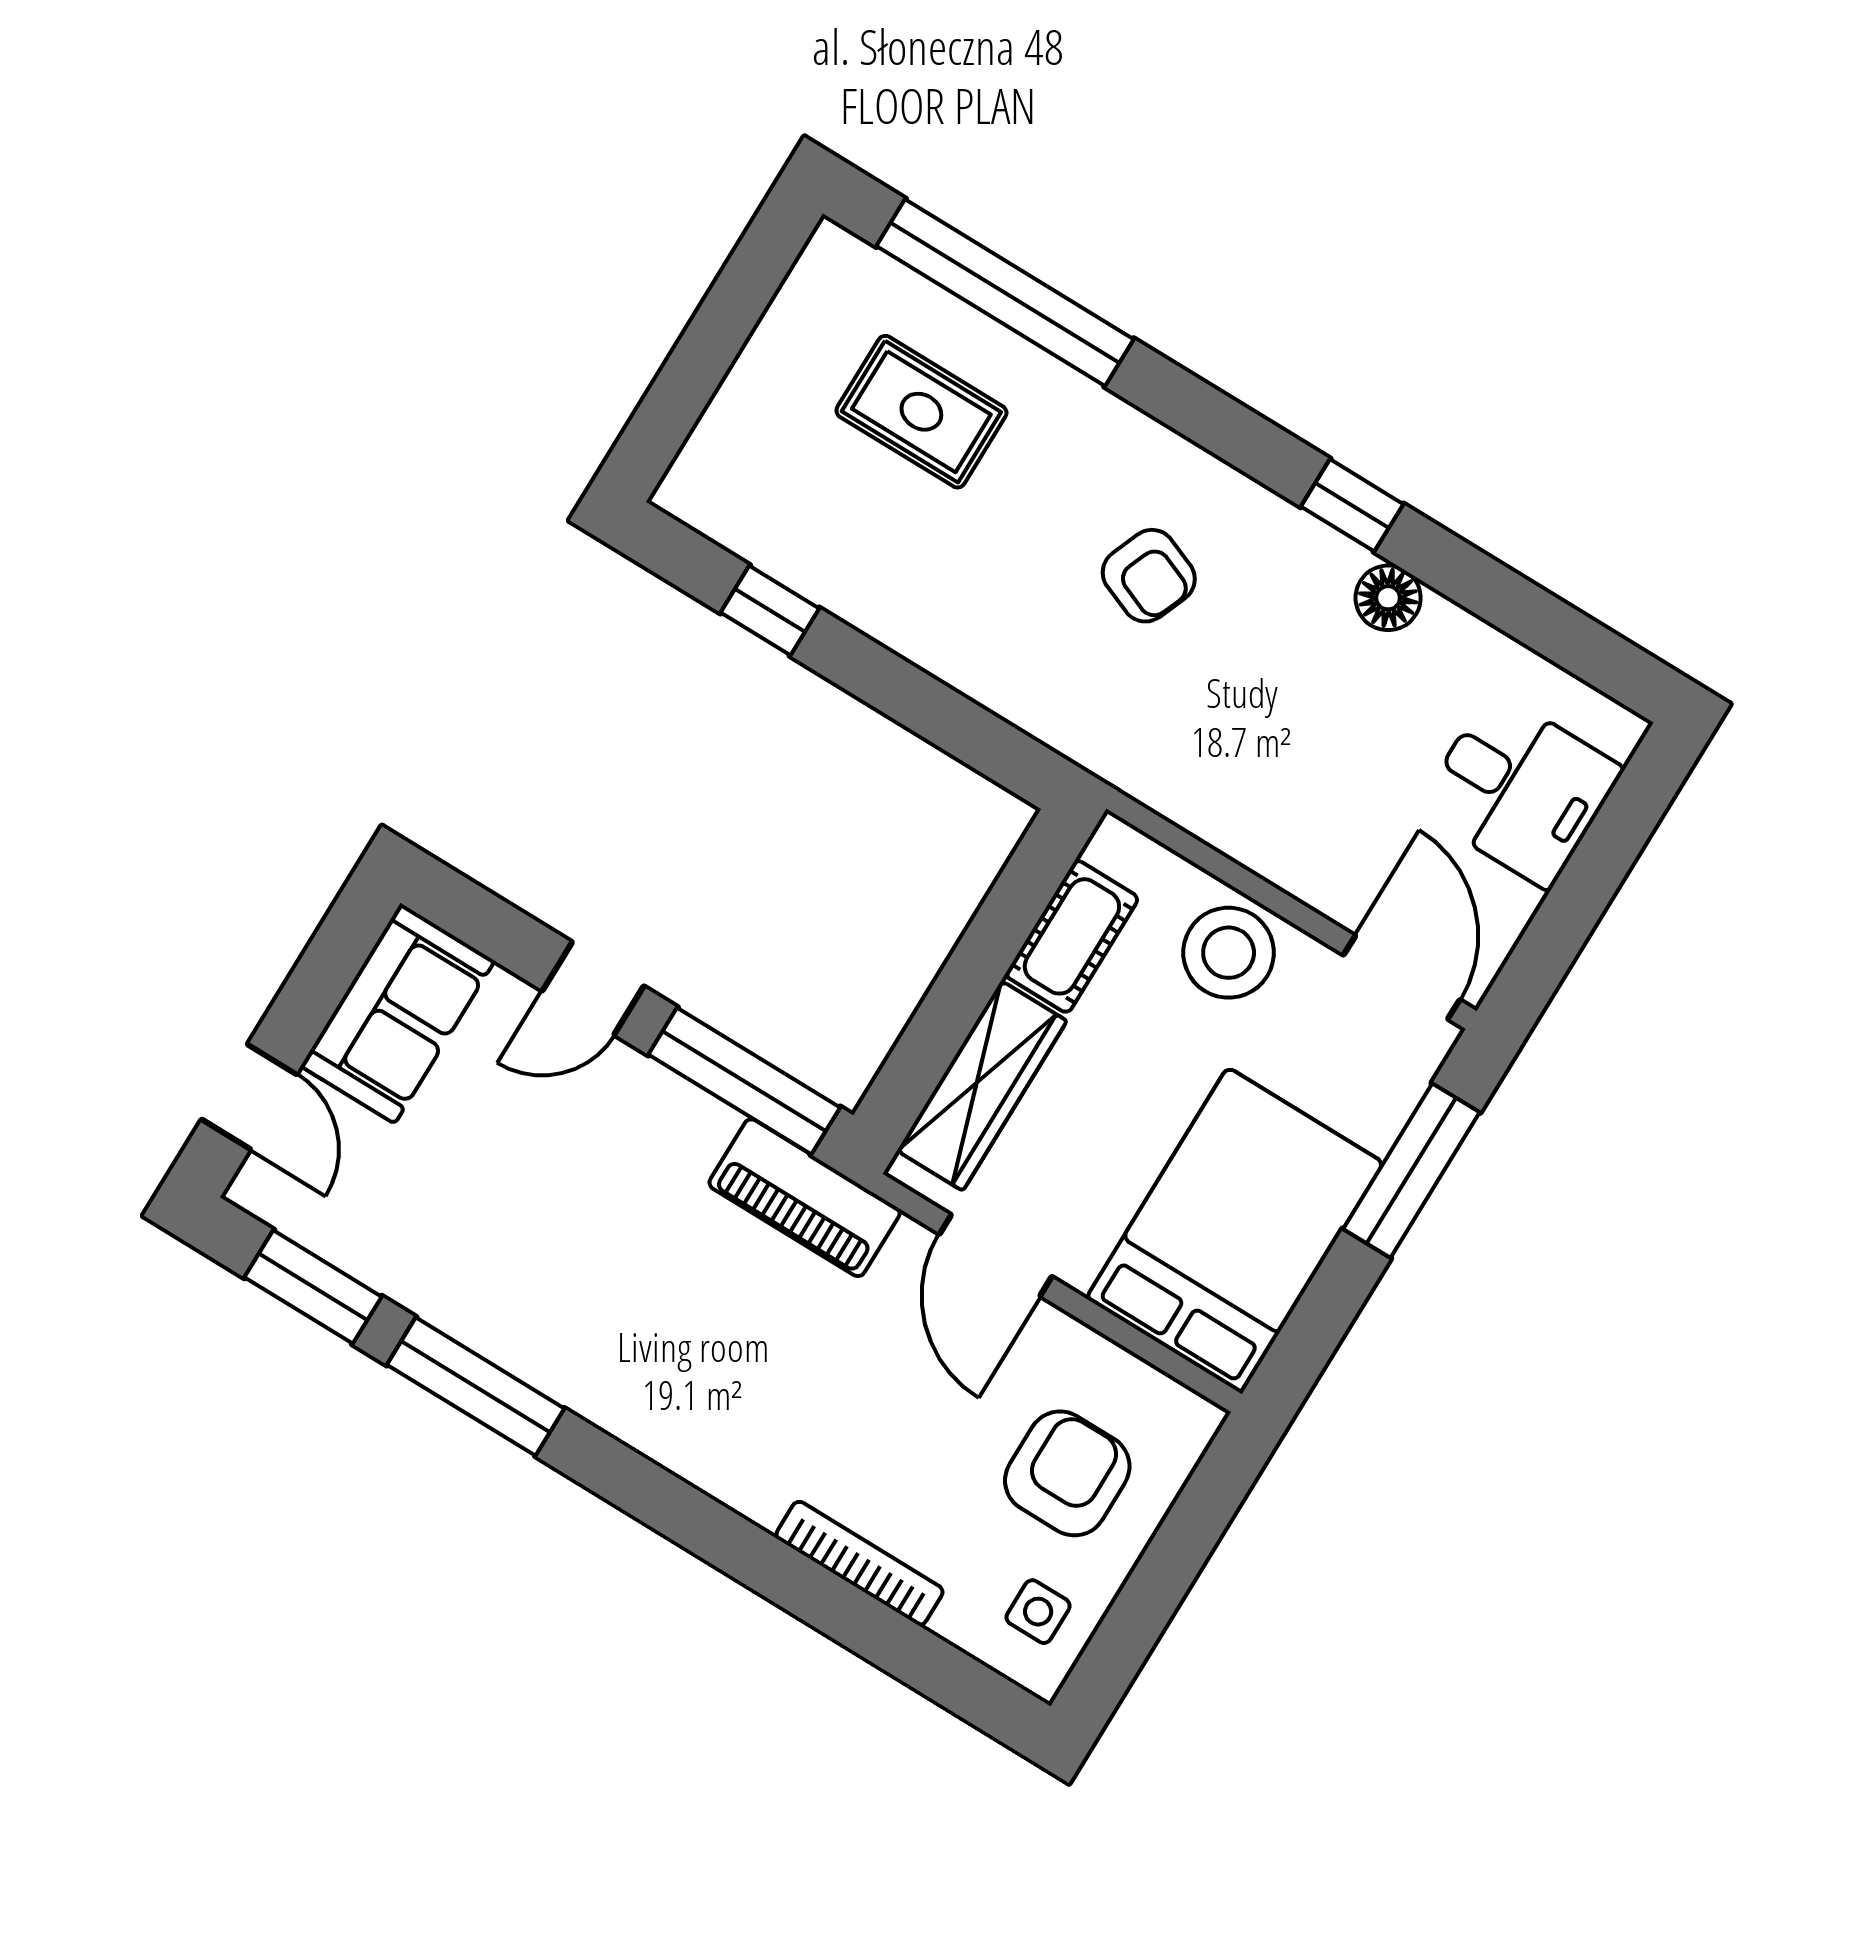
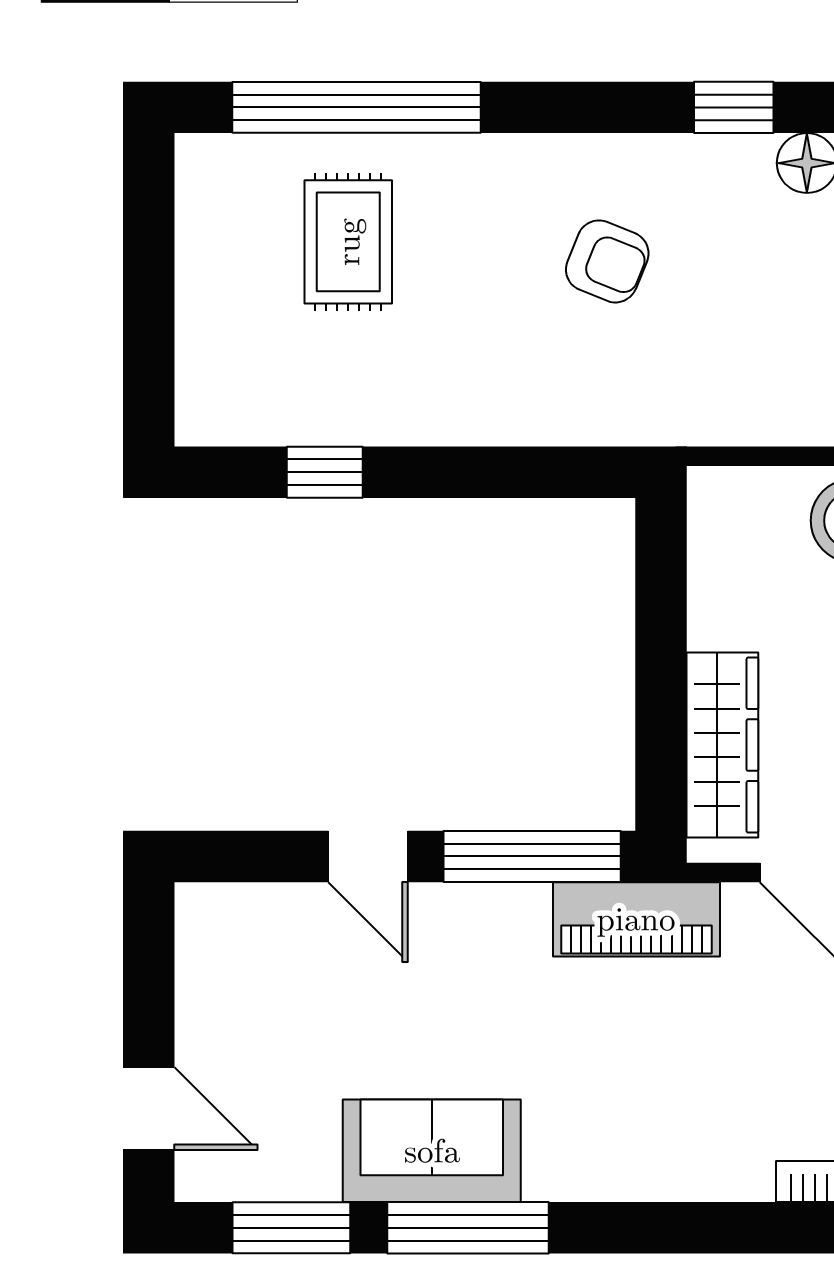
rug: (921, 412) -> (348, 242), turned 90
cot: (1072, 936) -> (721, 584), removed
door: (593, 988) -> (368, 856), hinge flipped
sofa: (398, 1013) -> (432, 1151), moved, turned -90

